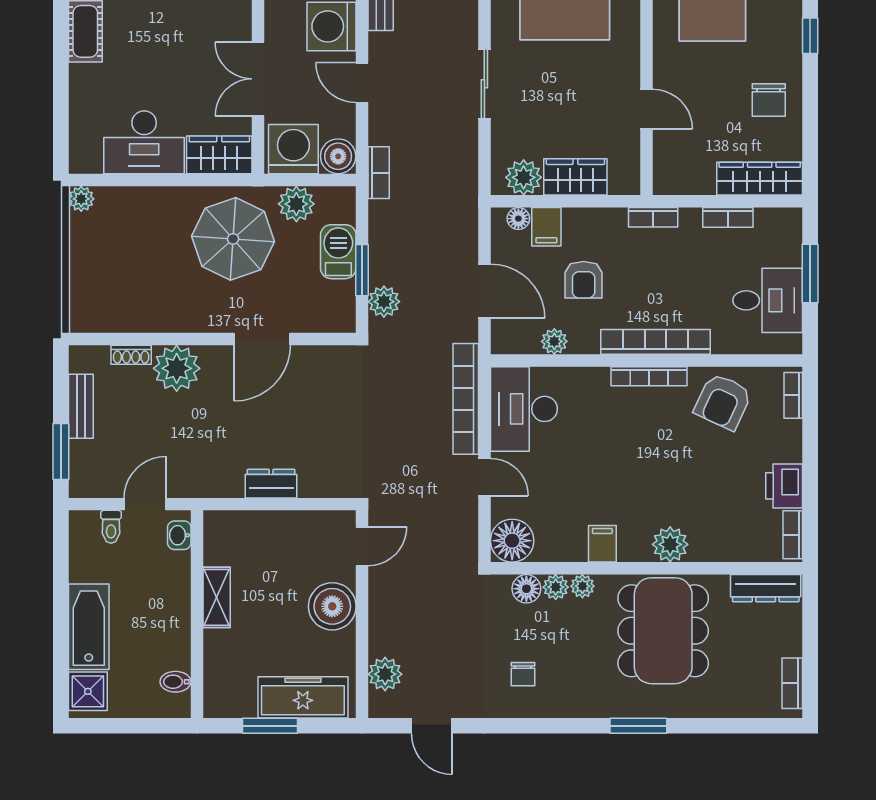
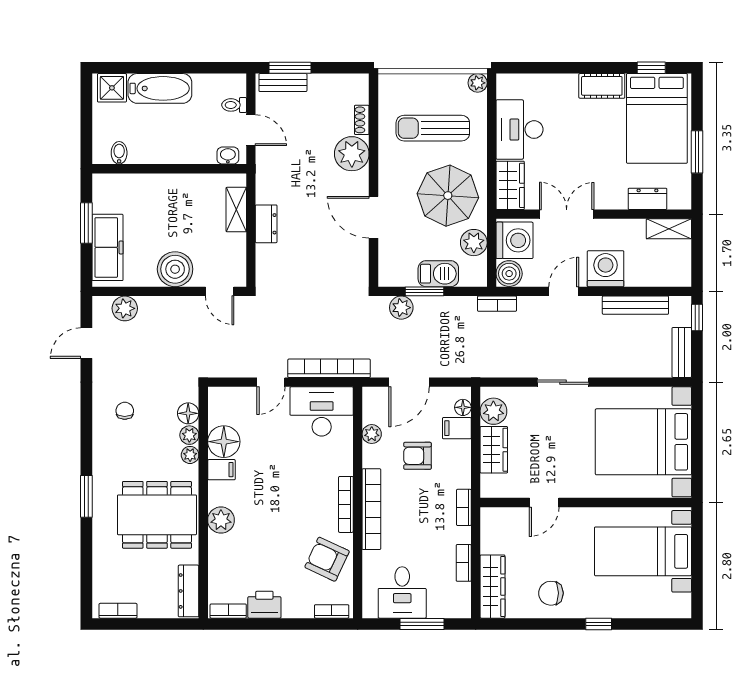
sun lounger: (142, 259) -> (433, 128), added
bench: (81, 406) -> (283, 83), moved
floor lamp: (512, 541) -> (224, 442), moved
shelving: (217, 597) -> (236, 210), moved, turned 90
chair: (523, 674) -> (125, 411), turned 90

